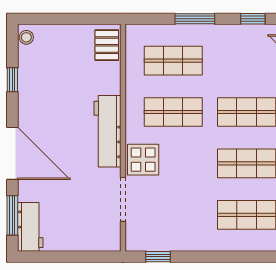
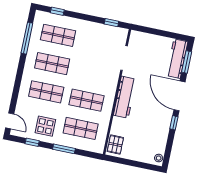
window: (12, 80) -> (174, 123), moved
display table: (143, 160) -> (45, 126), moved
workbench: (30, 227) -> (177, 59), width x1.38
window: (257, 257) -> (57, 11), added

